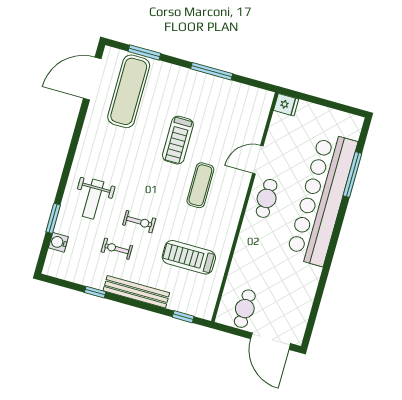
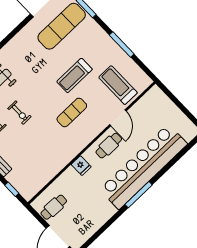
fridge: (286, 105) -> (81, 166), moved
door: (258, 160) -> (118, 118), swing flipped
window: (352, 175) -> (139, 195), moved
treadmill: (189, 257) -> (118, 85), moved

